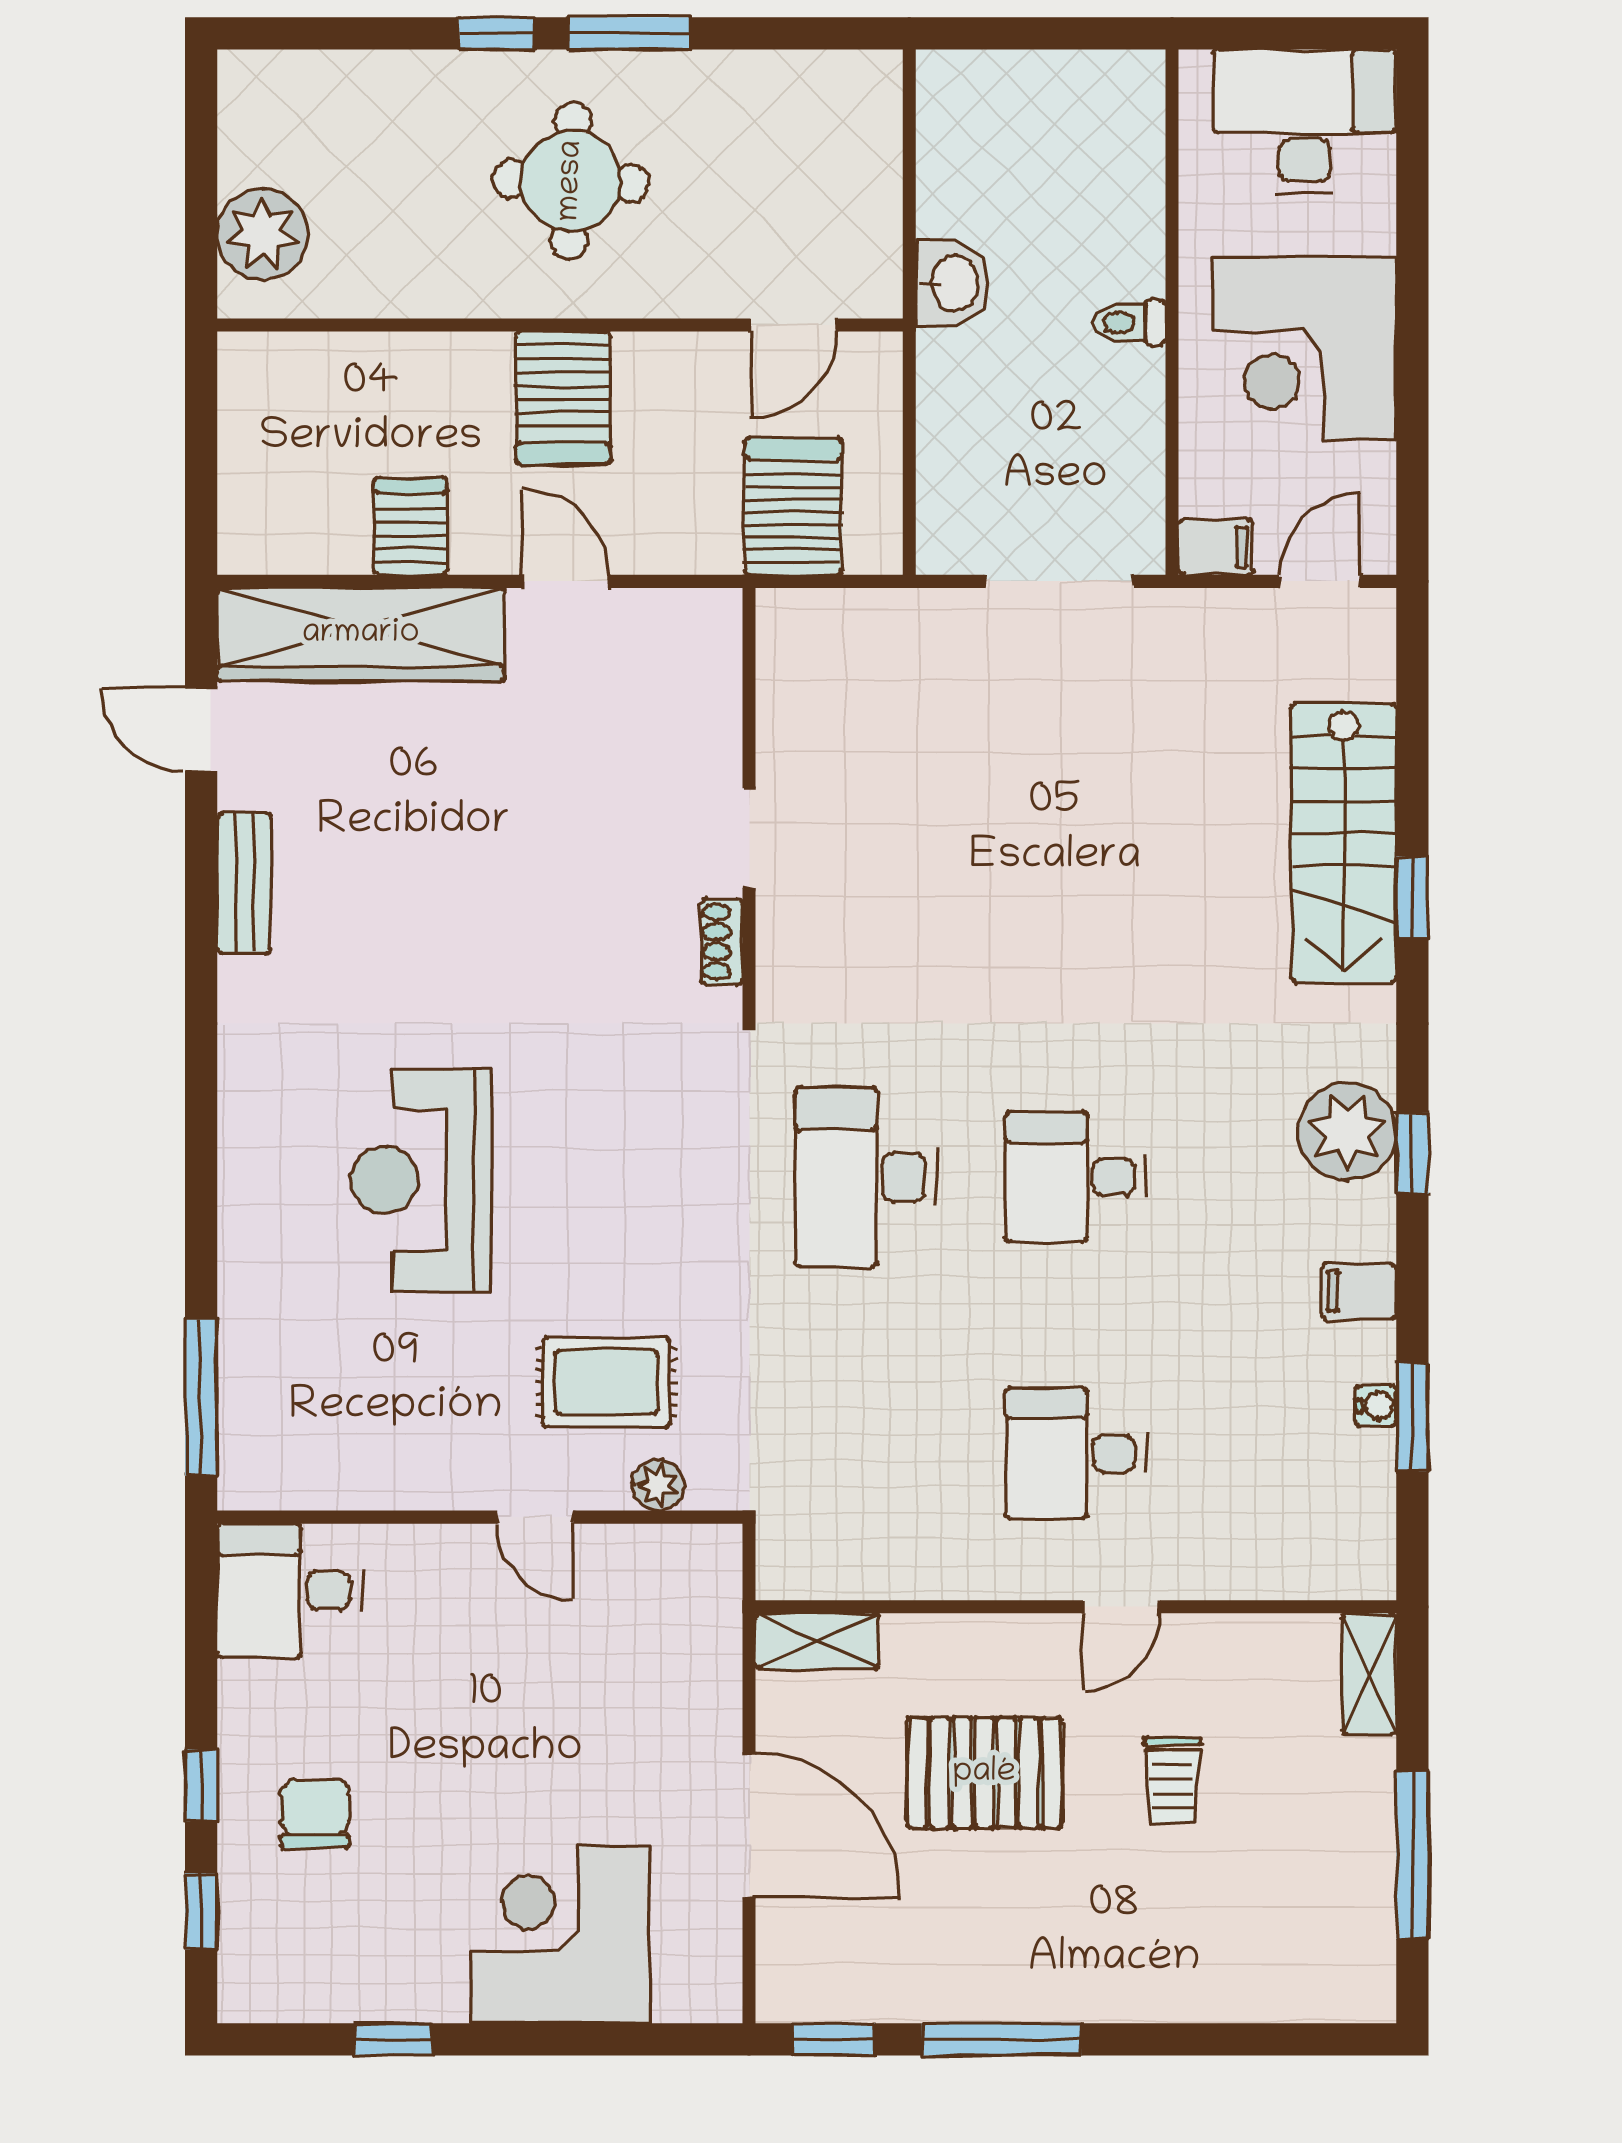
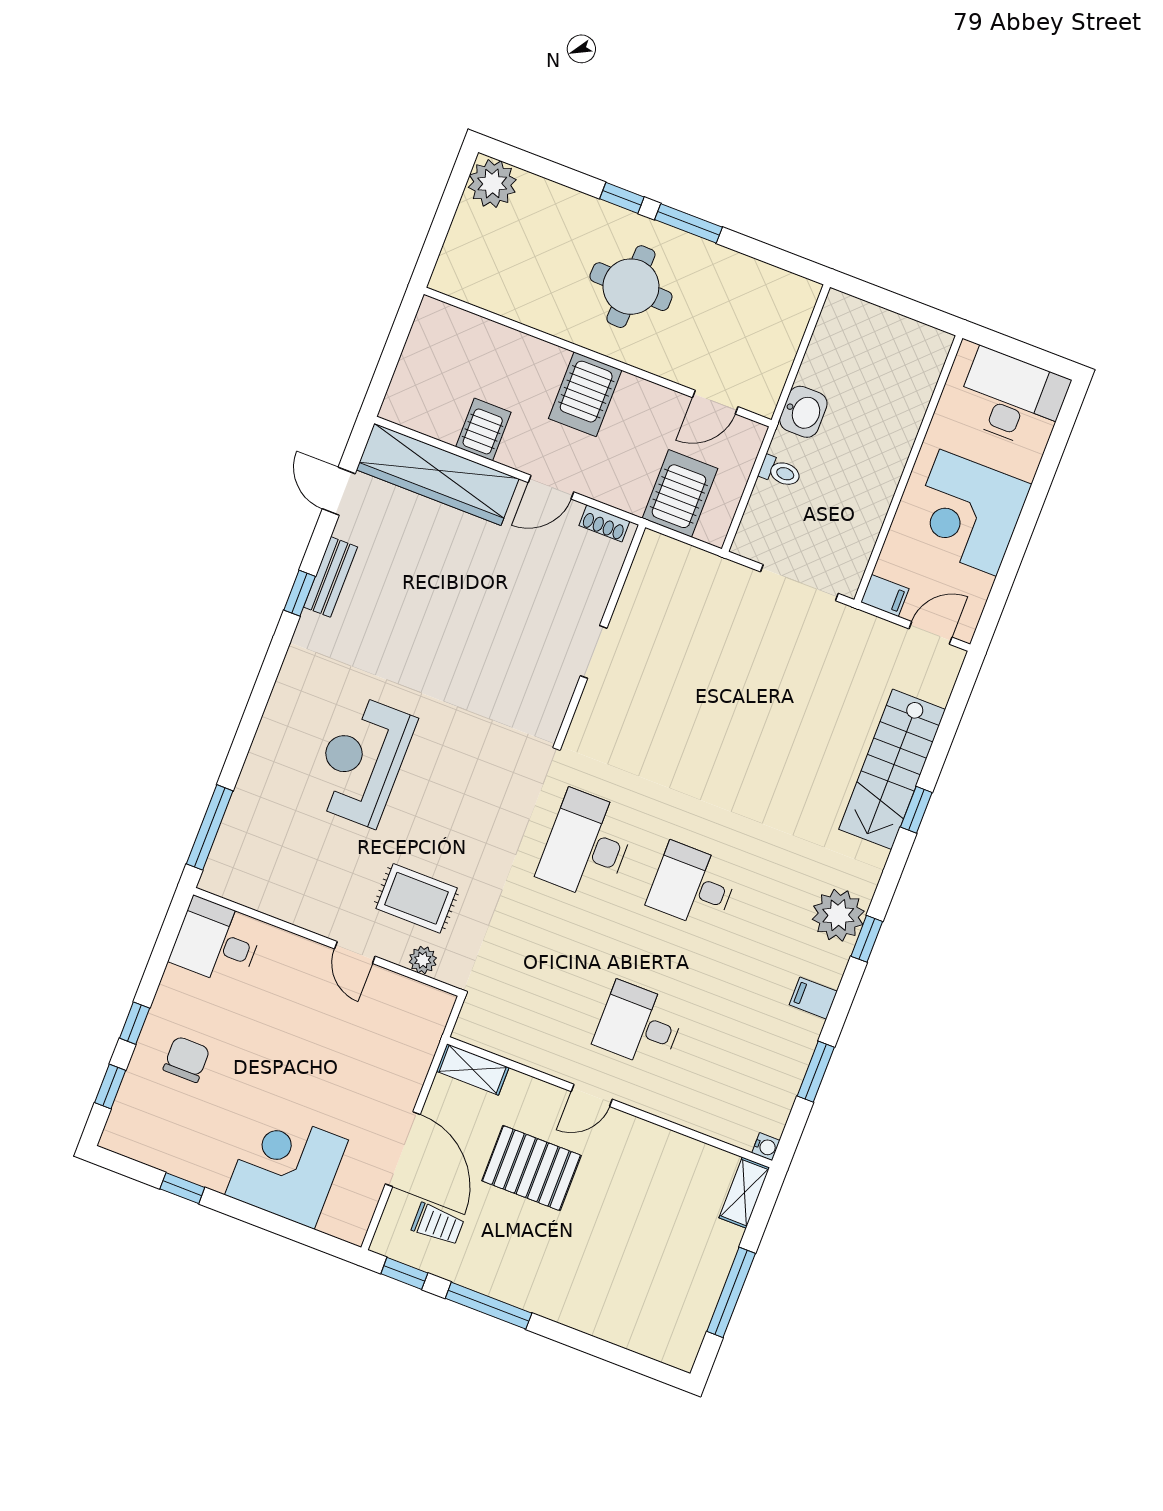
plant: (262, 234) -> (492, 184), moved
toilet: (1129, 323) -> (780, 472), moved, turned 180
door: (566, 581) -> (551, 487), swing flipped
window: (201, 932) -> (300, 593), added
shoe rack: (722, 942) -> (604, 523), moved, turned -90
water cooler: (1376, 1406) -> (766, 1147), moved
door: (1121, 1607) -> (592, 1095), moved
trolley: (1173, 1780) -> (438, 1224), moved, turned -90

